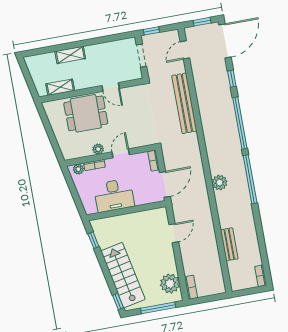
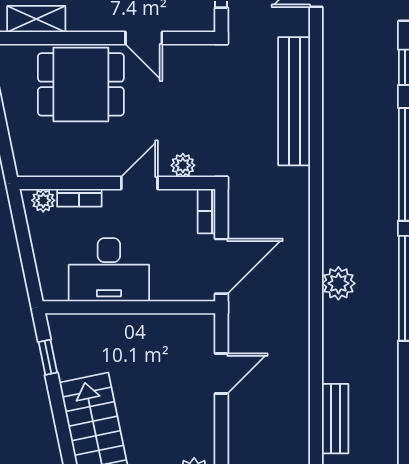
plant: (98, 149) -> (183, 165), moved

